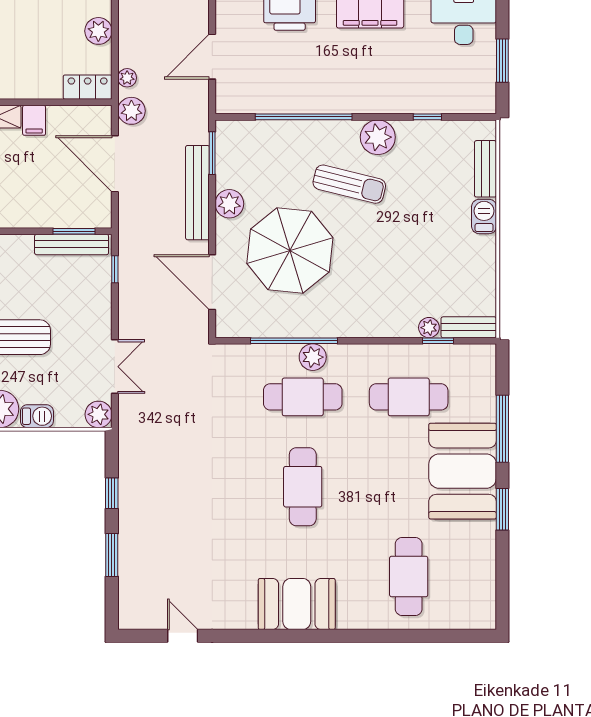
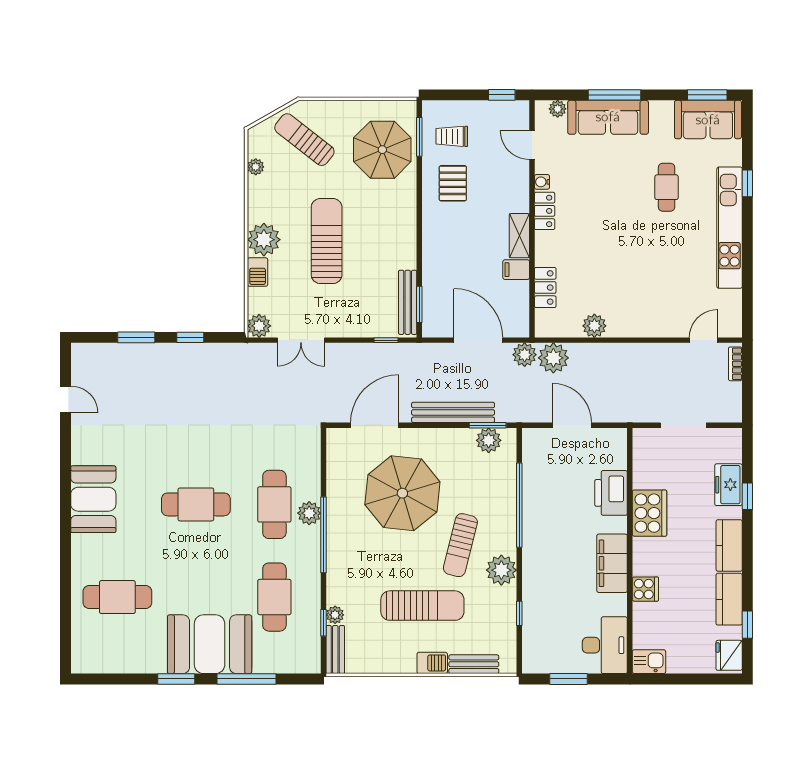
plant: (127, 78) -> (553, 358), width x1.88, depth x1.88
locker: (88, 87) -> (545, 288), moved
door: (115, 164) -> (478, 340), hinge flipped
plant: (229, 204) -> (489, 440), moved
sun lounger: (418, 228) -> (422, 606), added
window: (294, 341) -> (324, 535), moved
door: (183, 636) -> (66, 399), hinge flipped

